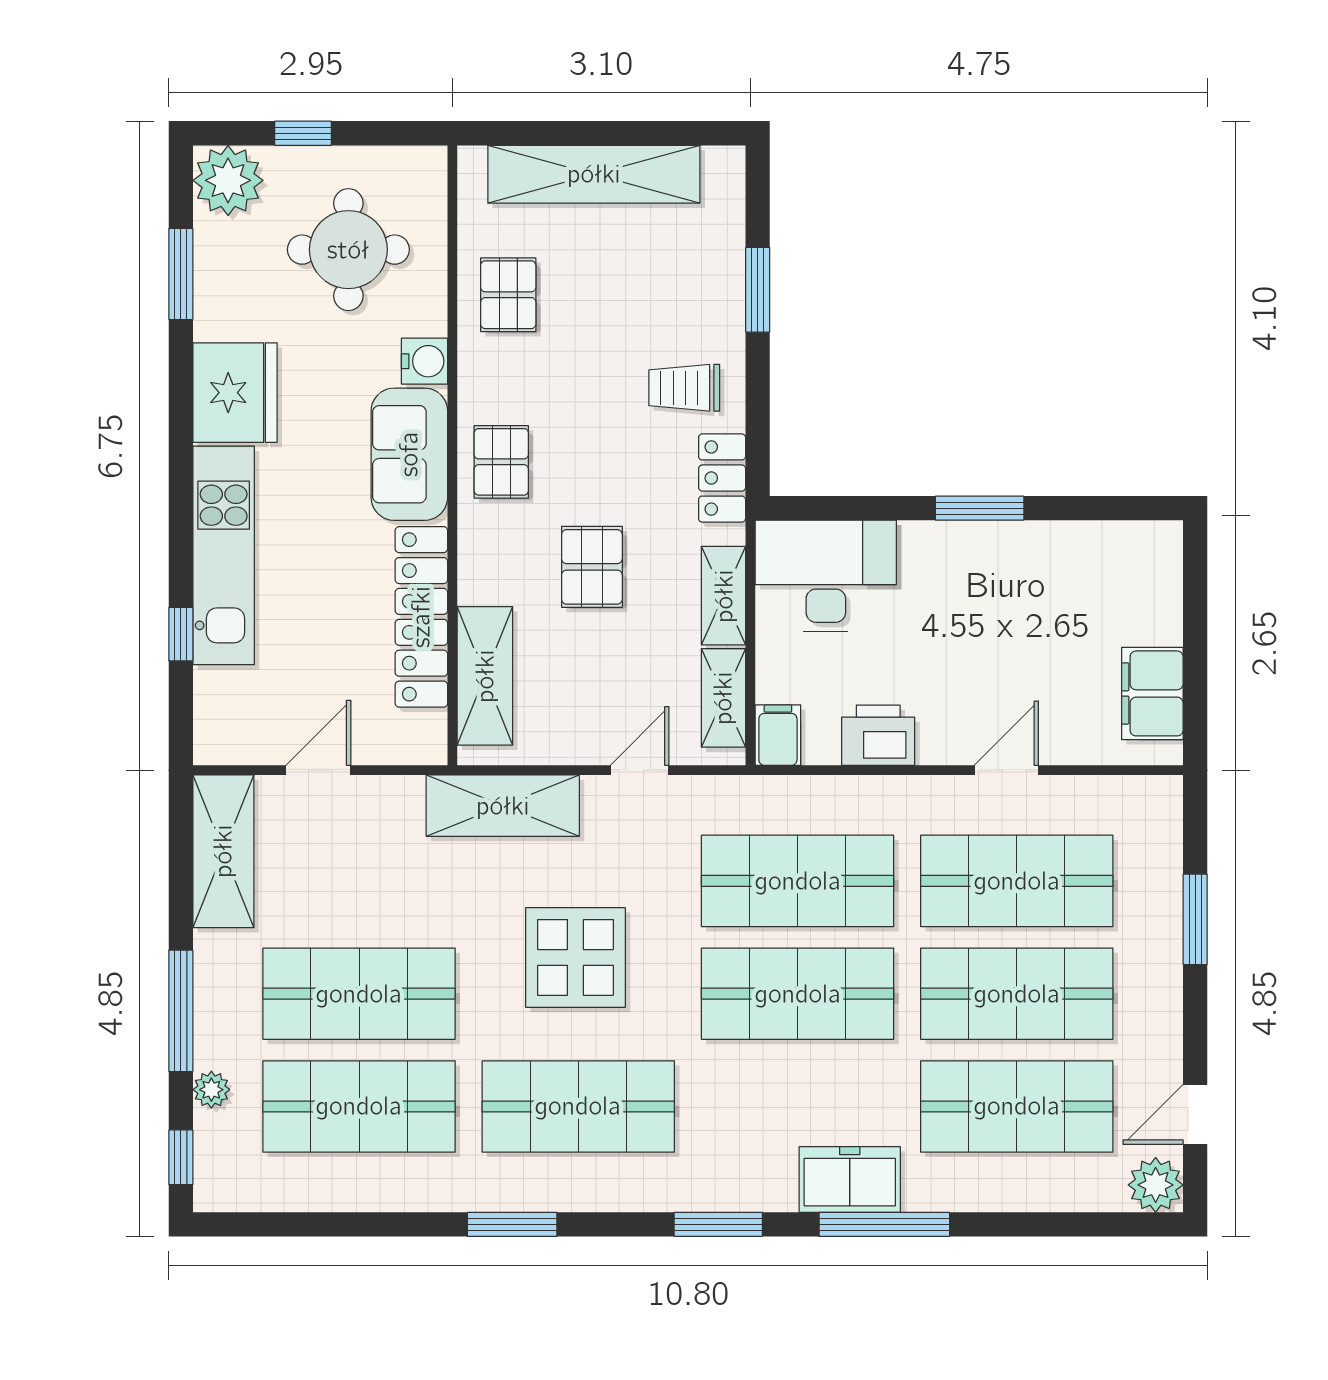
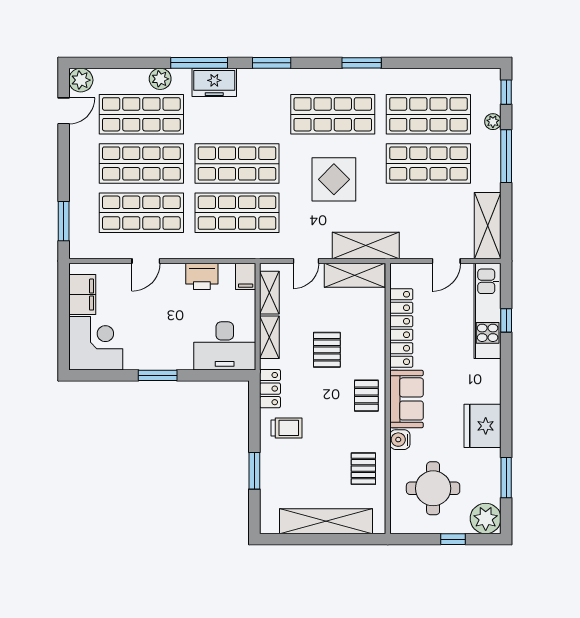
kitchen unit: (224, 555) -> (488, 311), moved
corner desk: (1121, 582) -> (96, 343), added
shelving: (485, 676) -> (355, 275), moved, turned 90
window: (1195, 919) -> (64, 221), moved
plant: (974, 1188) -> (160, 79), added

